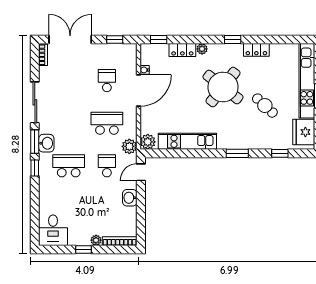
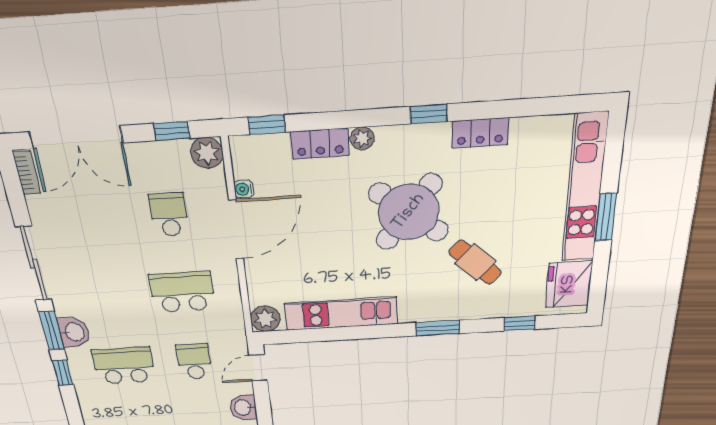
double door: (70, 39) -> (76, 137), swing flipped
cafe table: (265, 106) -> (475, 262), moved
plant: (129, 146) -> (207, 153), moved

